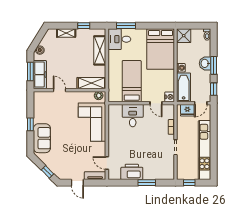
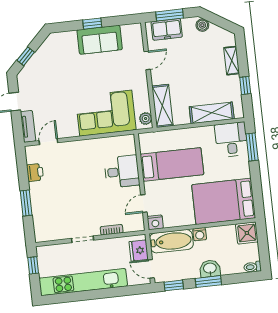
freezer: (40, 75) -> (167, 29), width x0.71
sofa: (42, 138) -> (100, 40), moved
printer: (132, 172) -> (35, 172), width x0.53, depth x0.68

